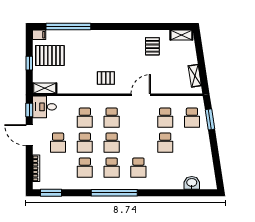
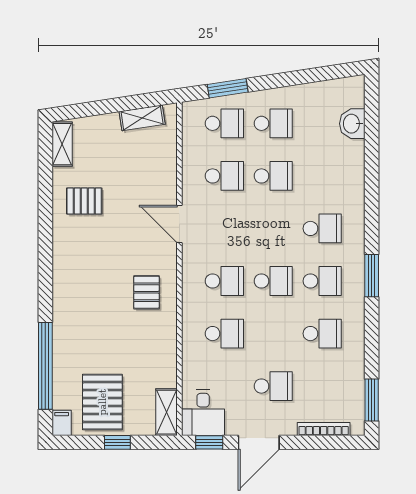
school desk: (85, 143) -> (273, 123), moved
window: (114, 193) -> (372, 276), width x0.47

